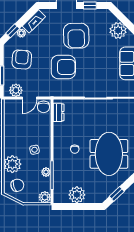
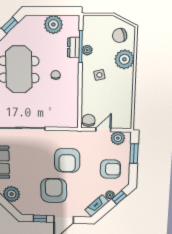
armchair: (22, 59) -> (110, 169), turned -94
armchair: (63, 67) -> (67, 160), turned -90
dresser: (59, 112) -> (73, 47), moved
plant: (45, 197) -> (89, 22), removed

